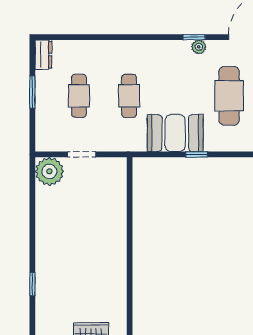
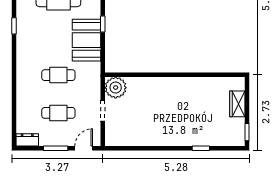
plant: (199, 47) -> (21, 22), removed
door: (32, 129) -> (84, 148), added
plant: (49, 171) -> (116, 88), moved

